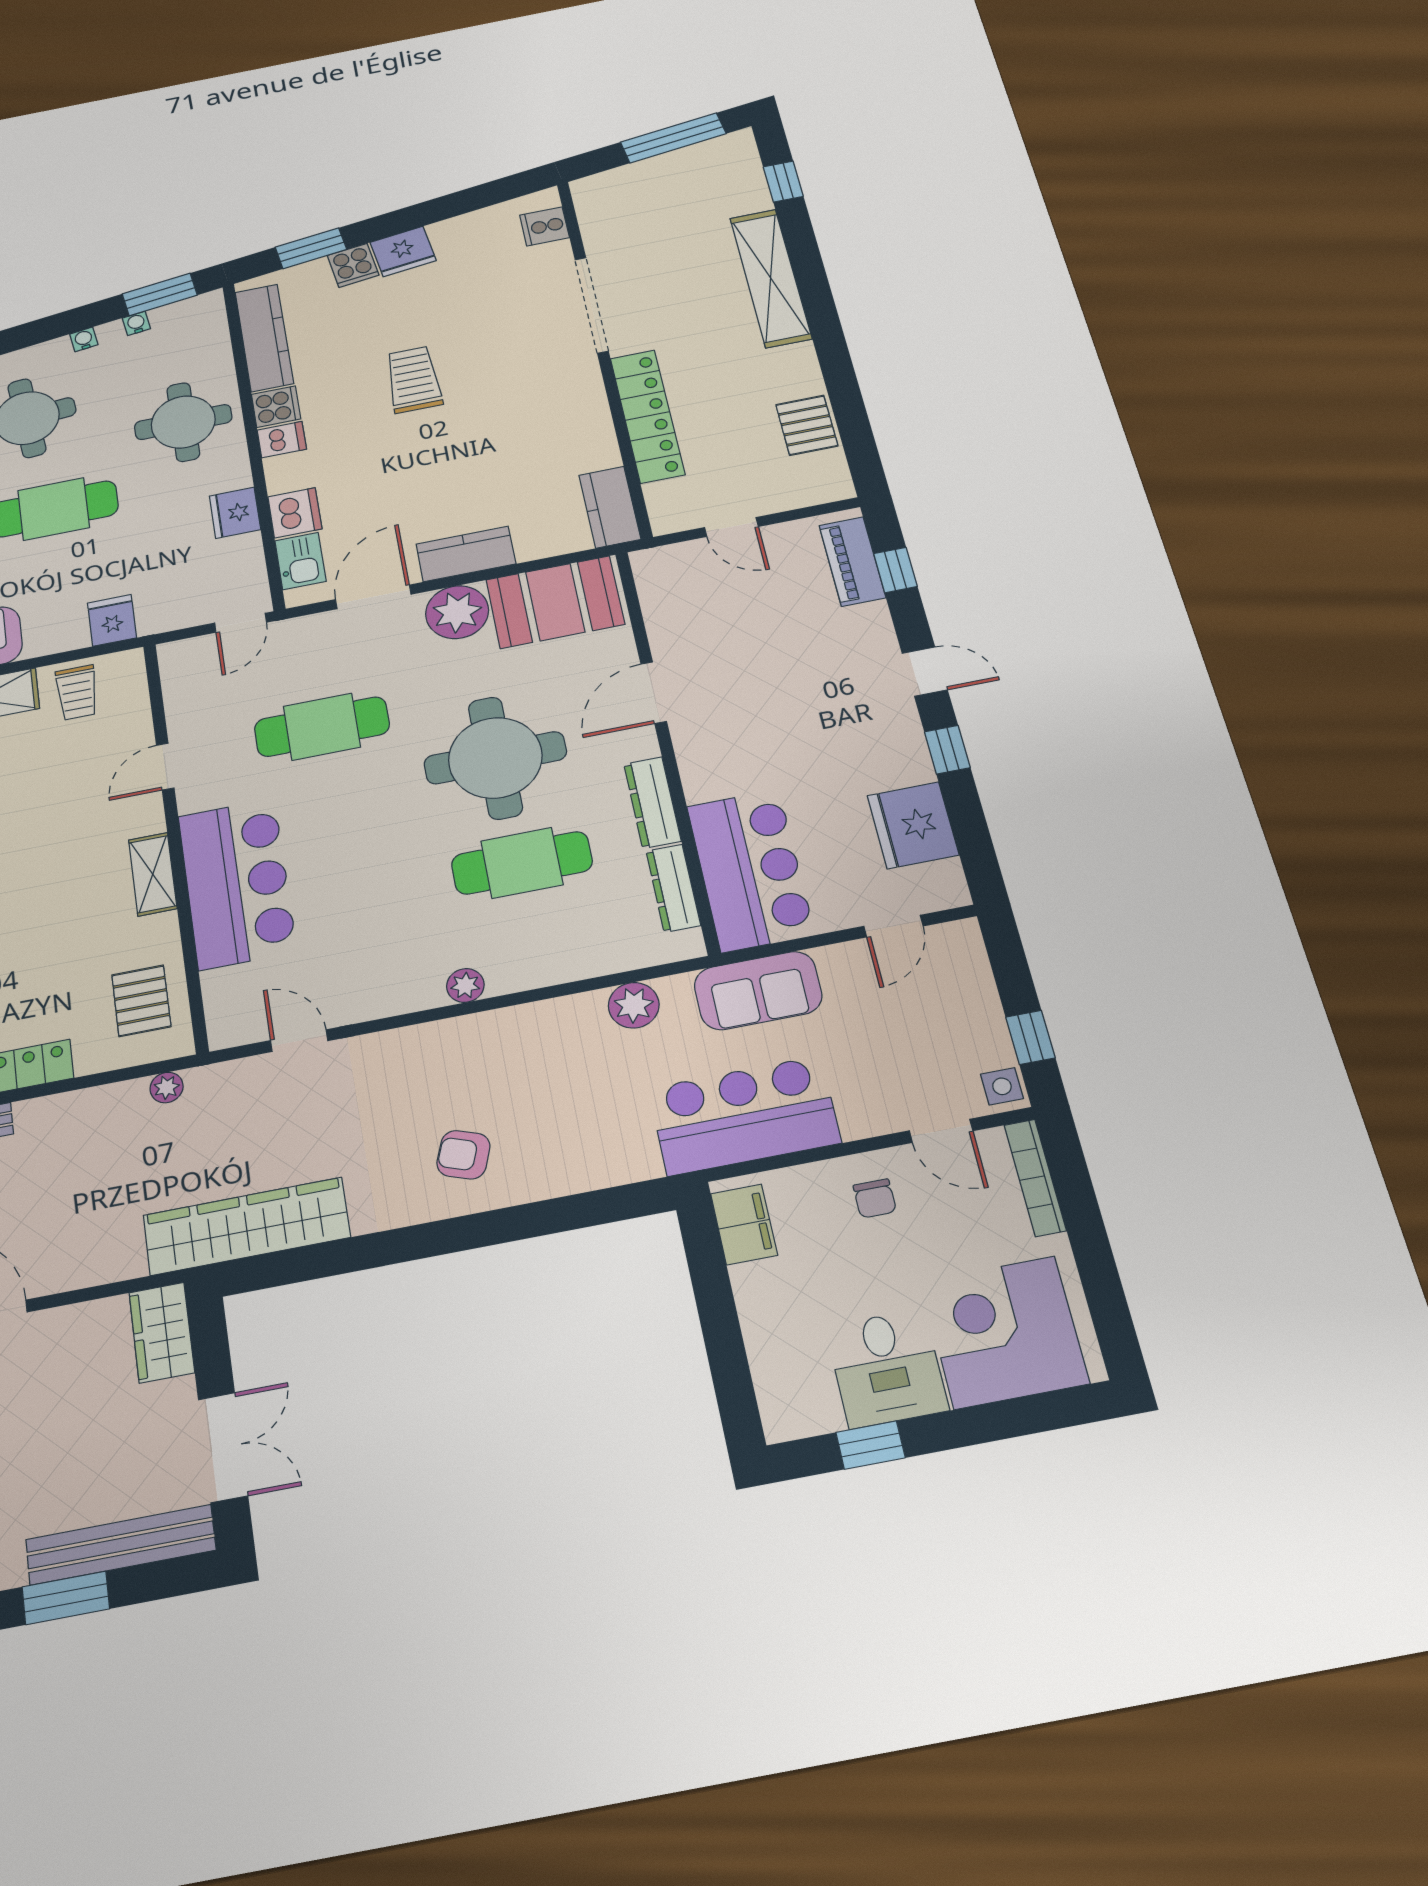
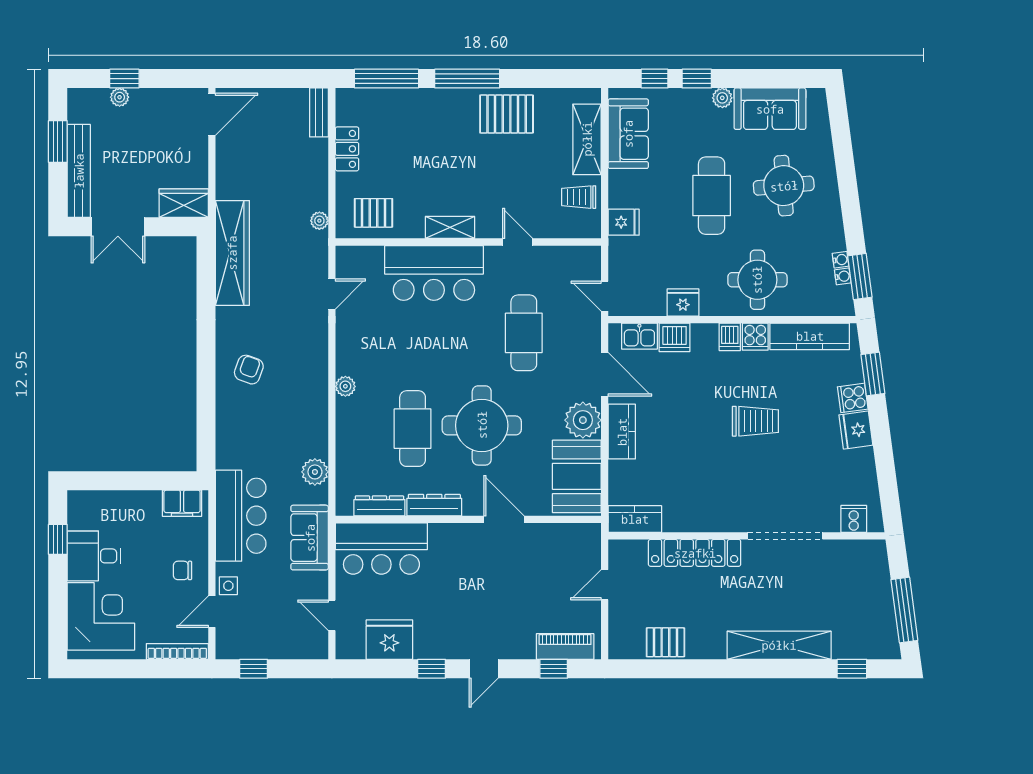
water cooler: (84, 339) -> (843, 276), moved
side table: (1002, 1086) -> (228, 586), moved

